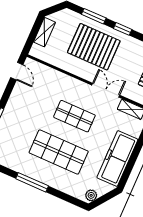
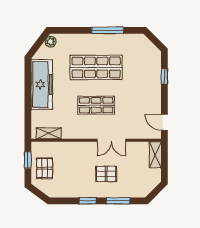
shelving: (44, 32) -> (155, 155), moved
pallet: (94, 47) -> (106, 174), width x0.49, depth x0.50
double door: (106, 90) -> (111, 140), moved

